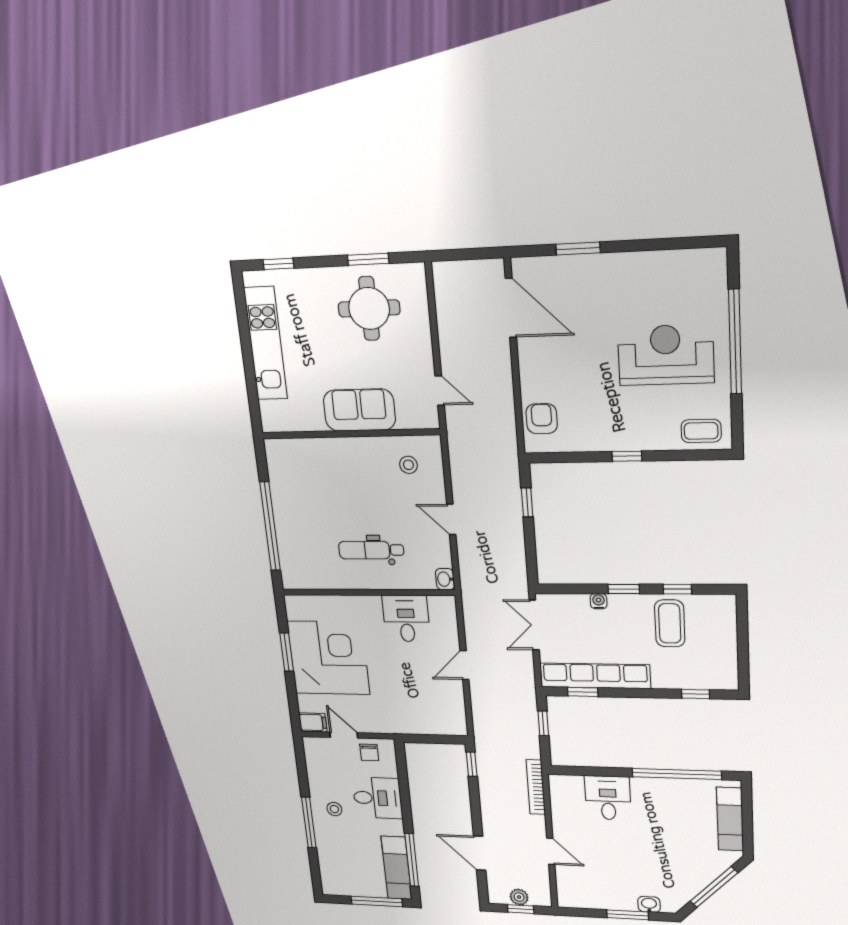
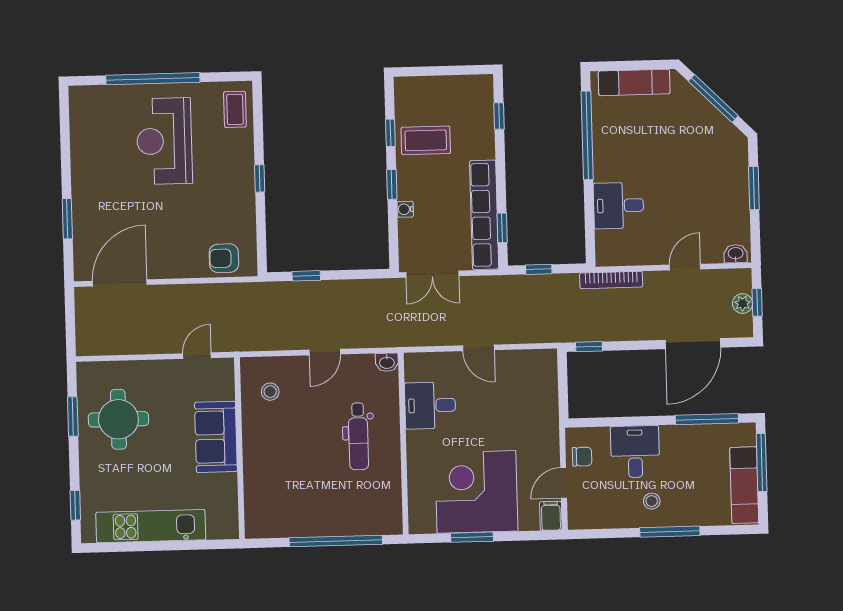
door: (480, 853) -> (693, 344), width x1.36
exam couch: (396, 868) -> (744, 485), moved, turned 90
washbasin: (649, 904) -> (736, 254), moved, turned 90

